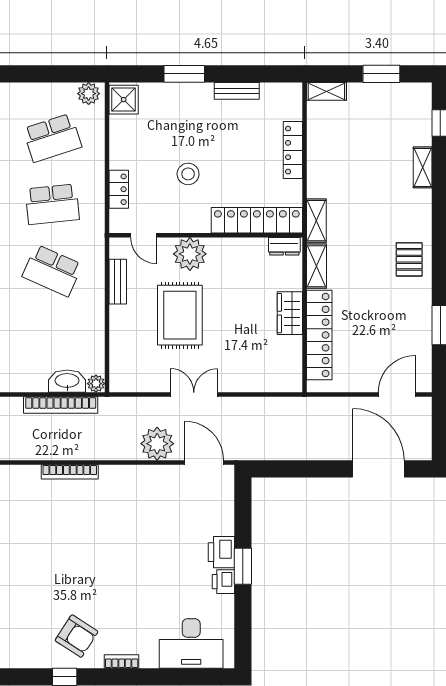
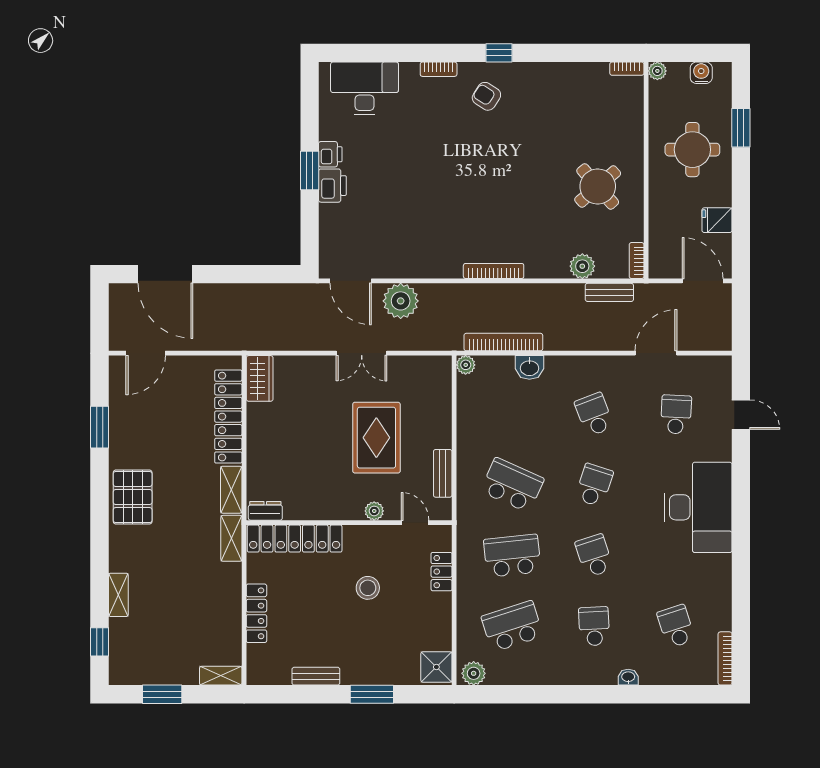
plant: (190, 254) -> (374, 511), width x0.53, depth x0.53
pallet: (409, 259) -> (133, 497), width x1.50, depth x1.42
wardrobe: (290, 313) -> (260, 378), moved
washbasin: (67, 381) -> (529, 367), moved, width x0.72
armchair: (77, 636) -> (486, 96), width x0.72, depth x0.72

